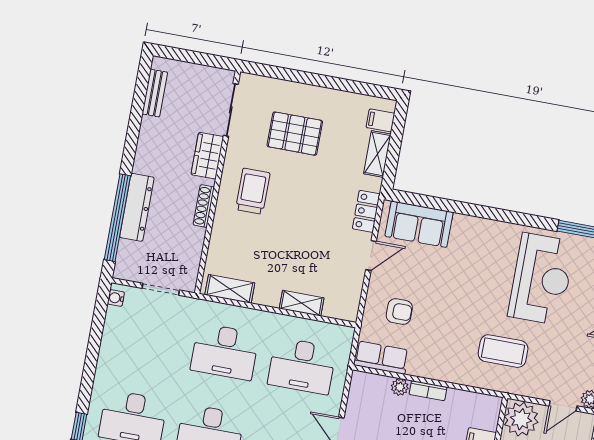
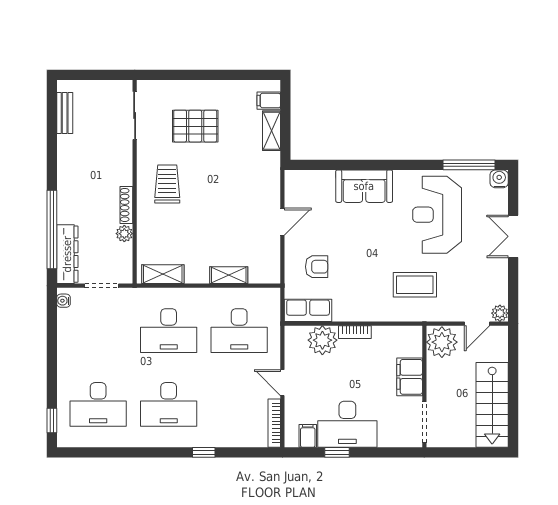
wardrobe: (207, 156) -> (121, 160), removed
dresser: (137, 207) -> (67, 254), moved
locker: (366, 211) -> (271, 183), removed
sofa: (419, 224) -> (364, 186), moved
plant: (196, 237) -> (124, 234), added
reception desk: (541, 279) -> (437, 215), turned 180
plant: (400, 387) -> (322, 340), width x1.88, depth x1.88

